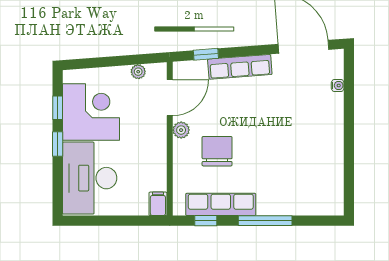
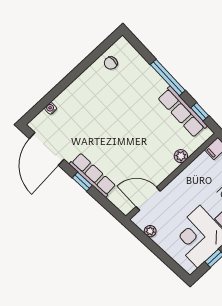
window: (206, 54) -> (82, 182), moved
plant: (181, 130) -> (181, 156), moved
chair: (217, 151) -> (111, 63), moved, width x0.54, depth x0.54

